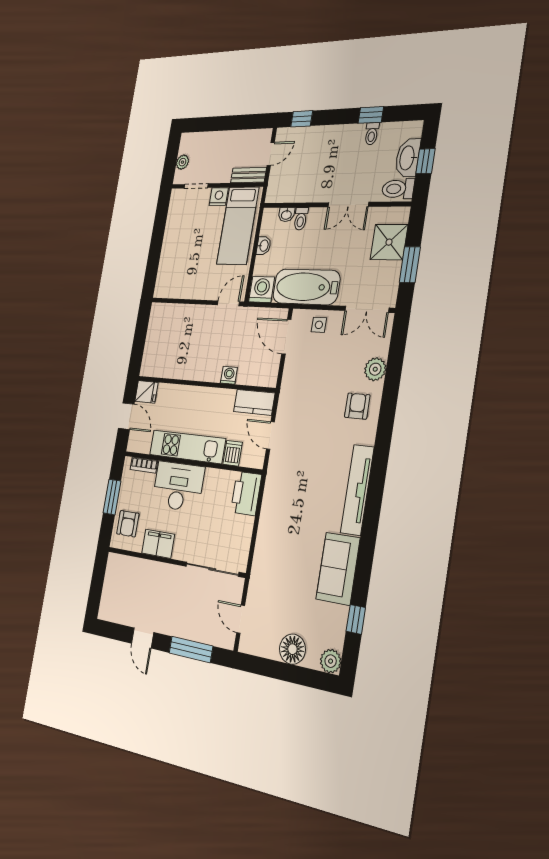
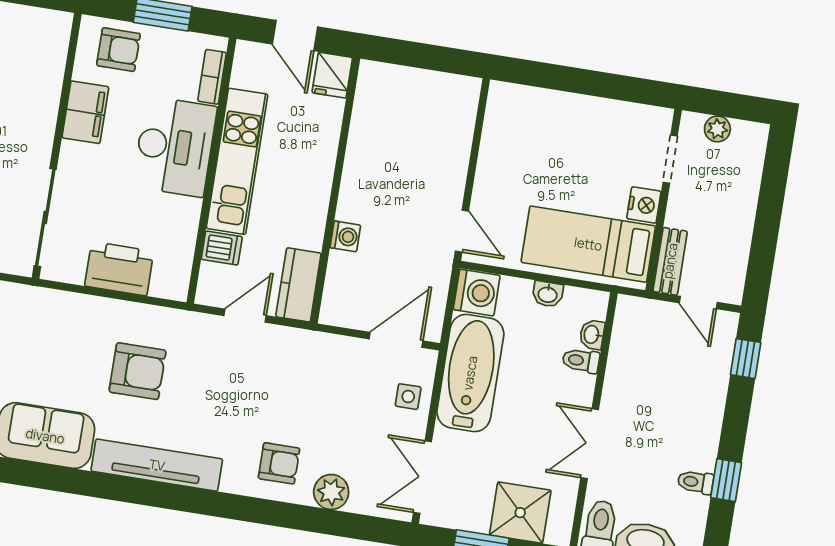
door: (126, 416) -> (295, 35), hinge flipped
printer: (246, 493) -> (119, 269), moved
armchair: (301, 505) -> (138, 371), added
armchair: (128, 524) -> (118, 50), turned 180

